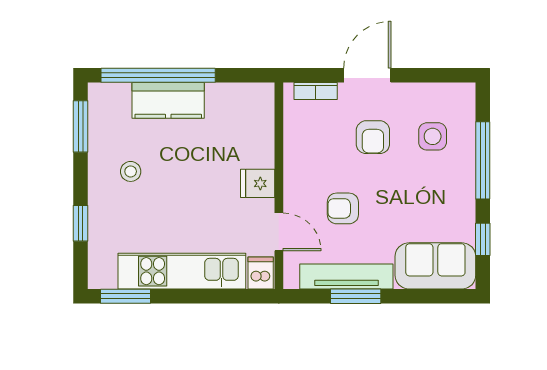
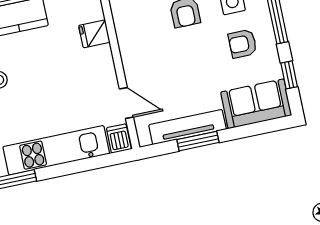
fridge: (258, 183) -> (94, 34), moved
armchair: (343, 208) -> (243, 44), moved

